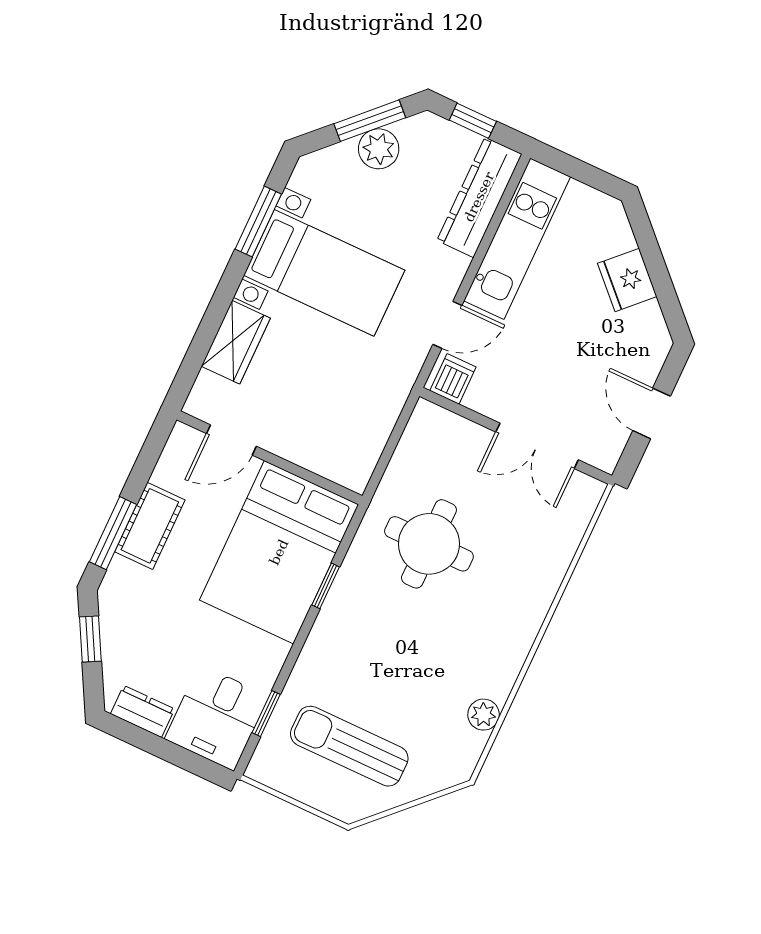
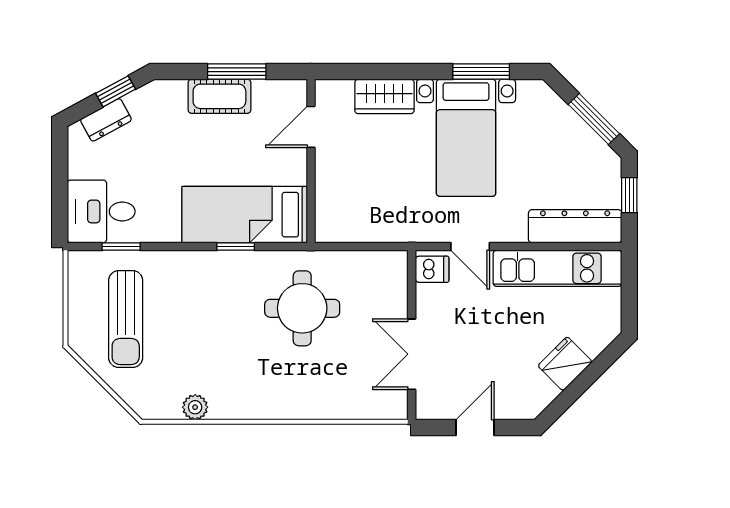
plant: (379, 149) -> (576, 135), removed
door: (231, 440) -> (311, 127), hinge flipped
window: (113, 533) -> (237, 72), moved
bed: (279, 552) -> (245, 215), width x0.67
dresser: (143, 711) -> (106, 120), moved, turned 62
sun lounger: (349, 746) -> (126, 319), turned 180

